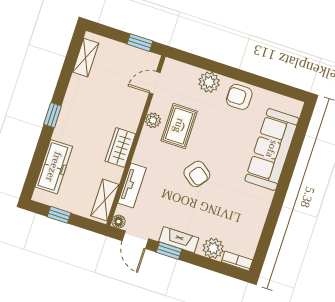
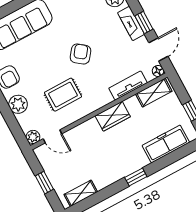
window: (140, 43) -> (44, 183), moved
plant: (153, 120) -> (33, 137), moved

